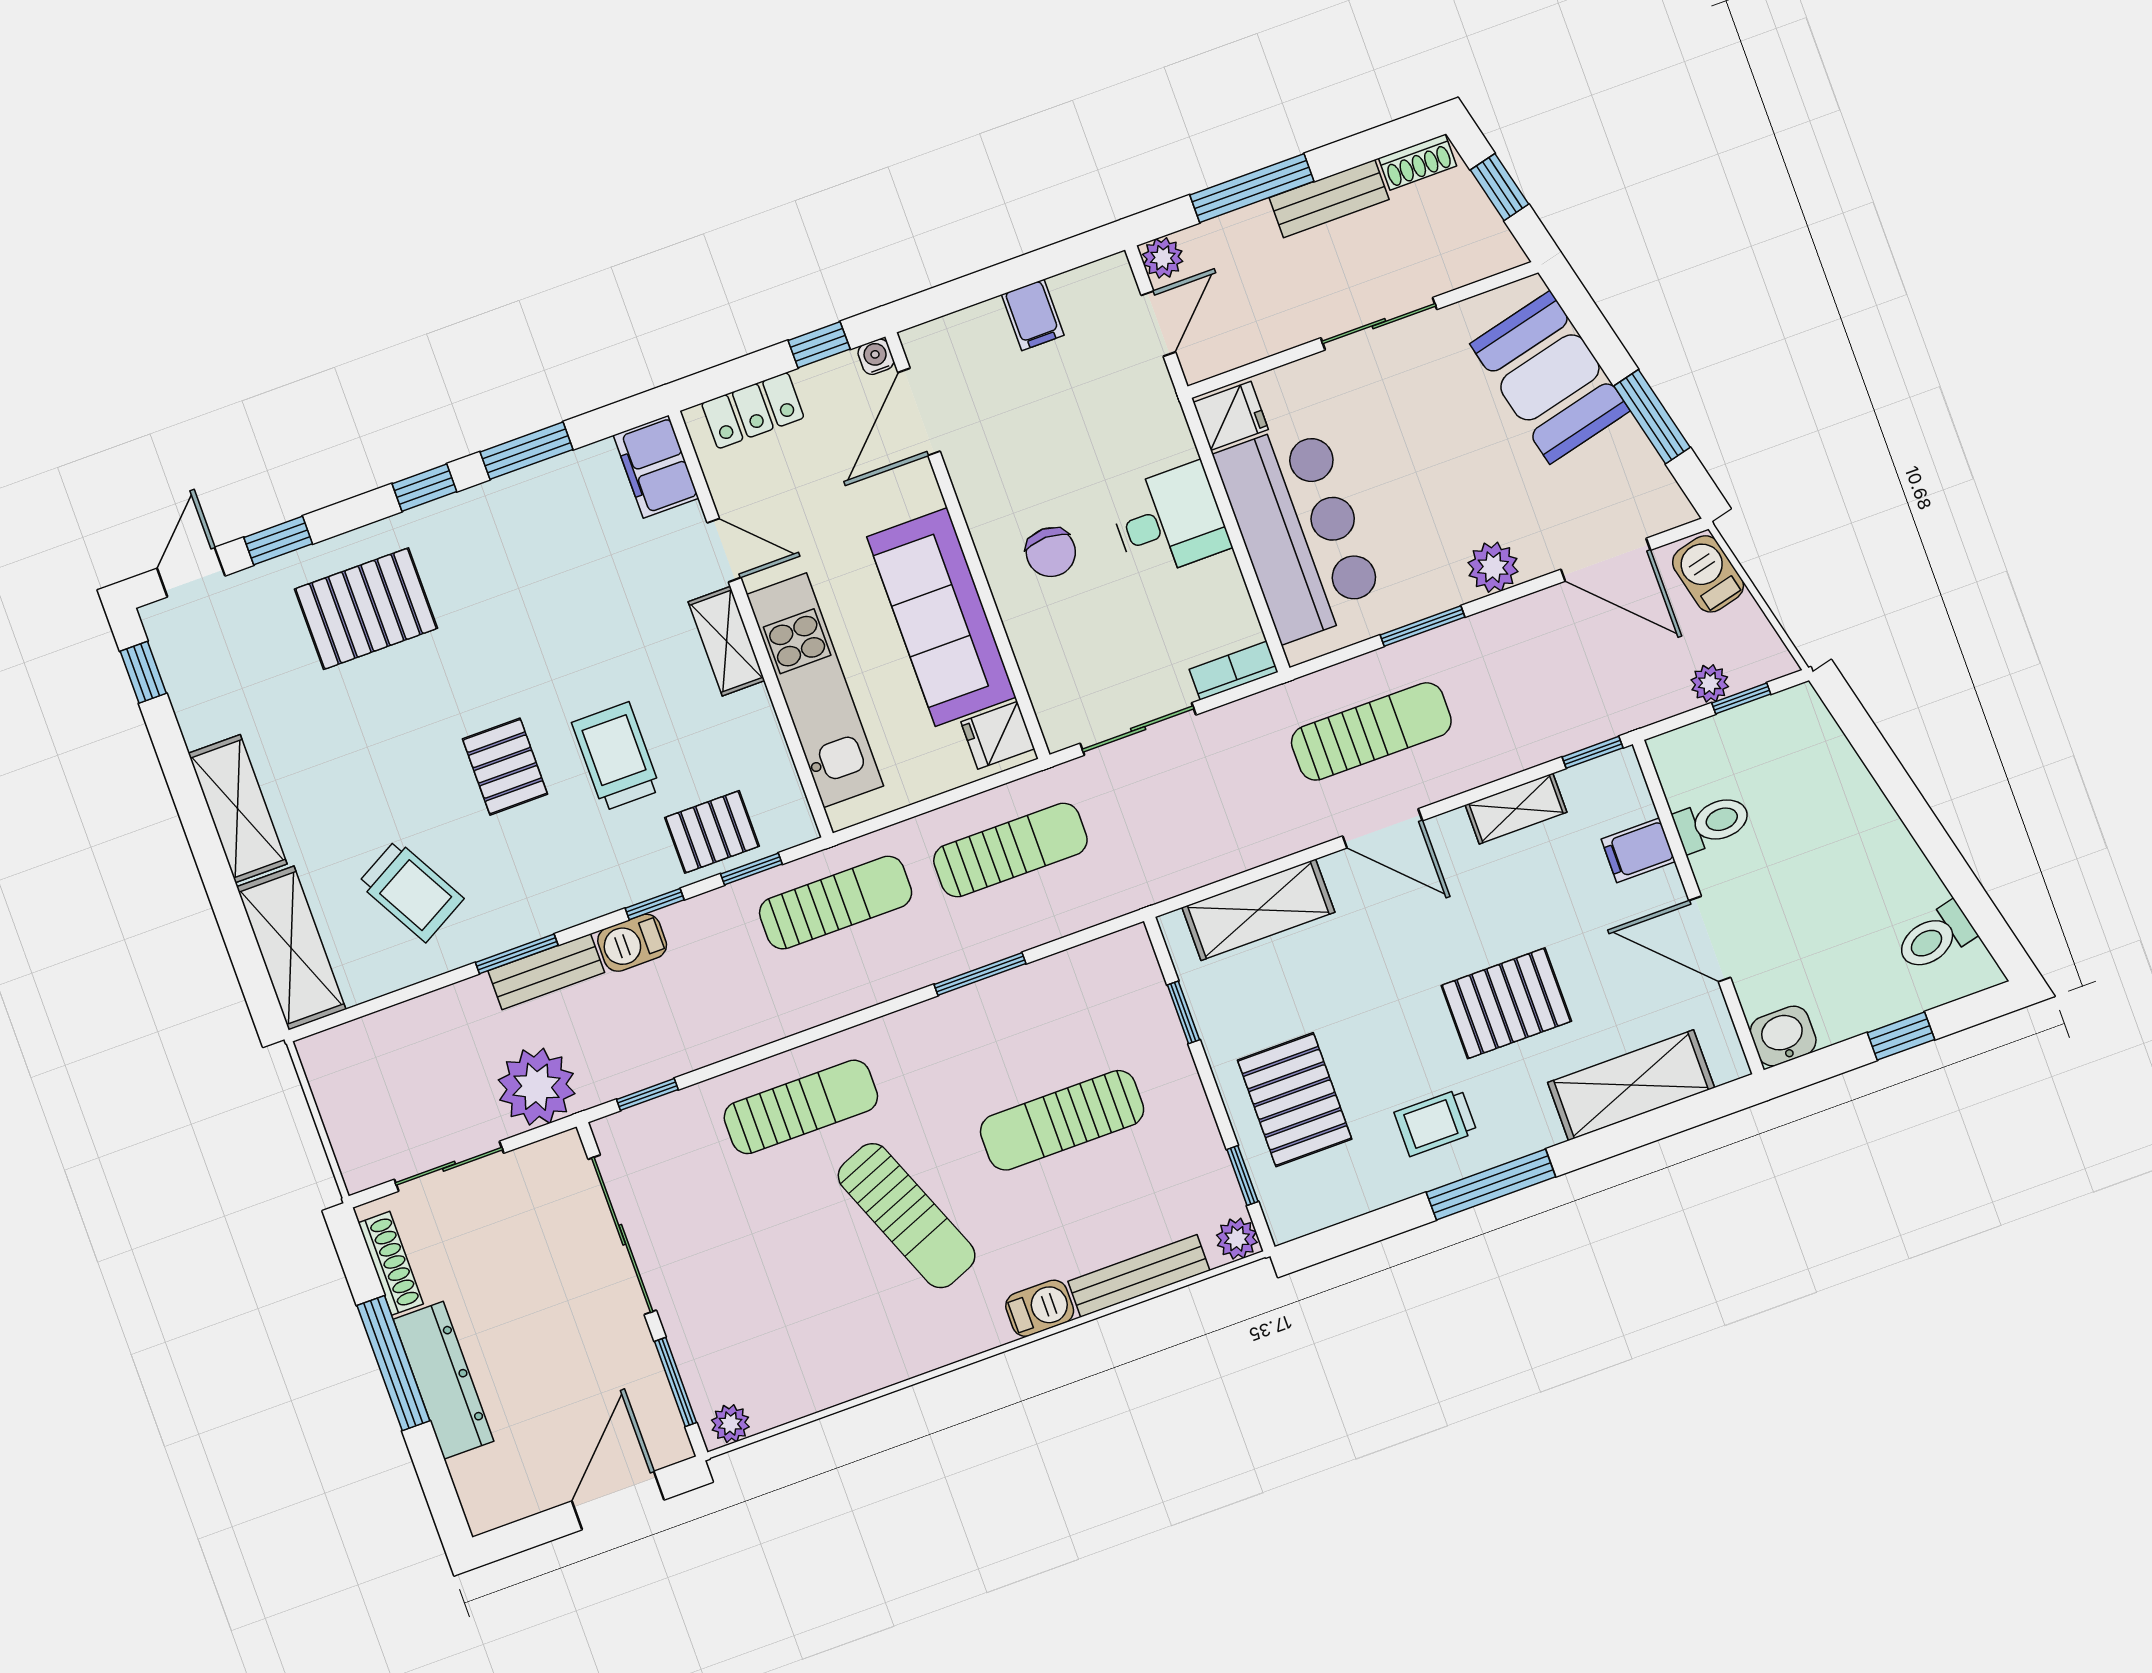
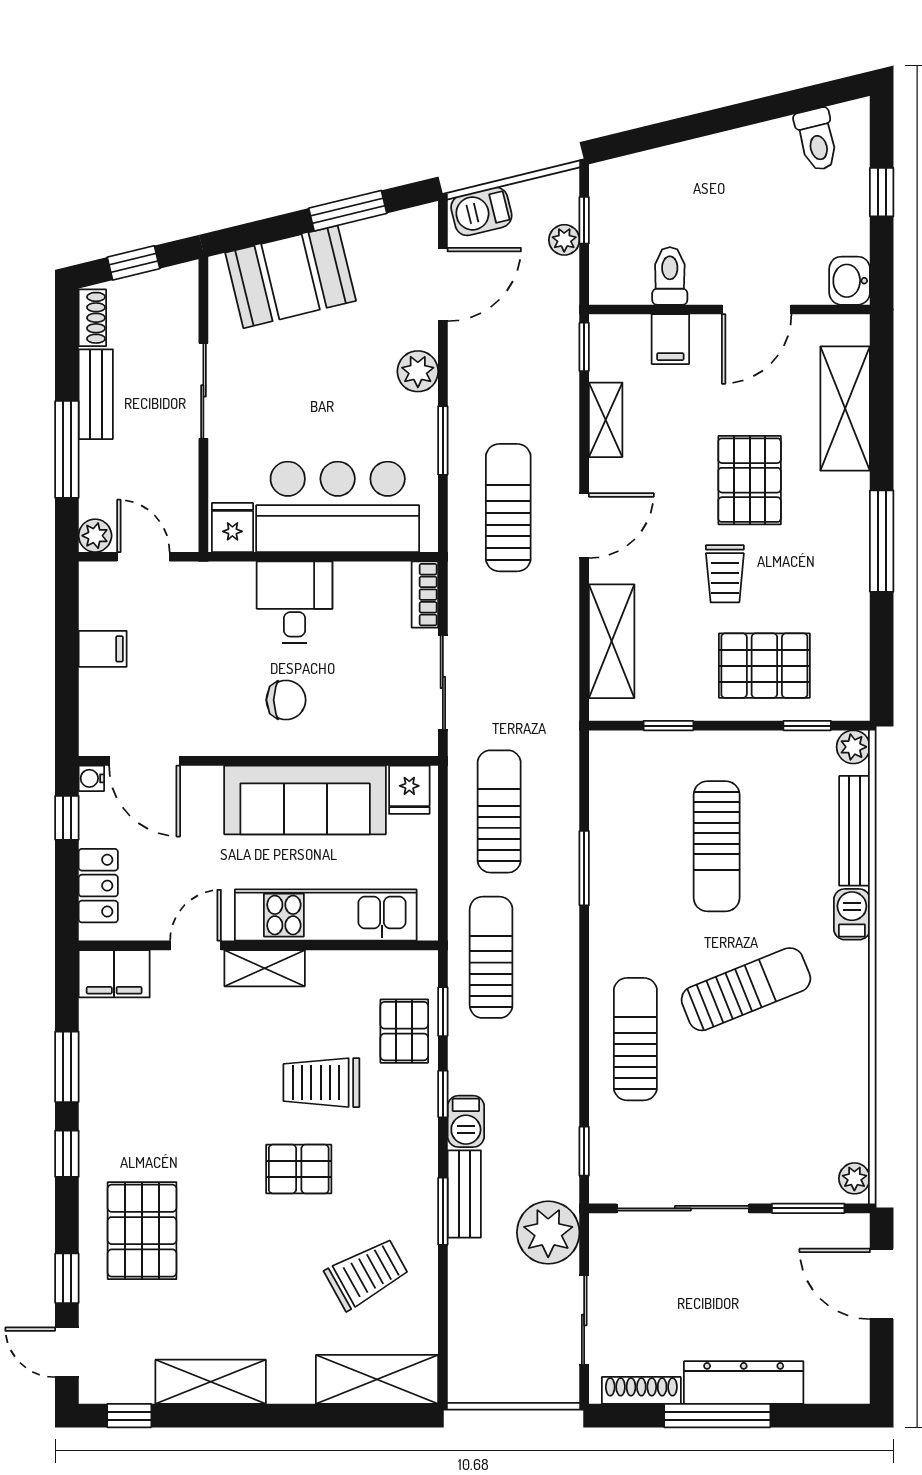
shelving: (238, 809) -> (211, 1382), moved
trolley: (1435, 1122) -> (725, 574), moved

